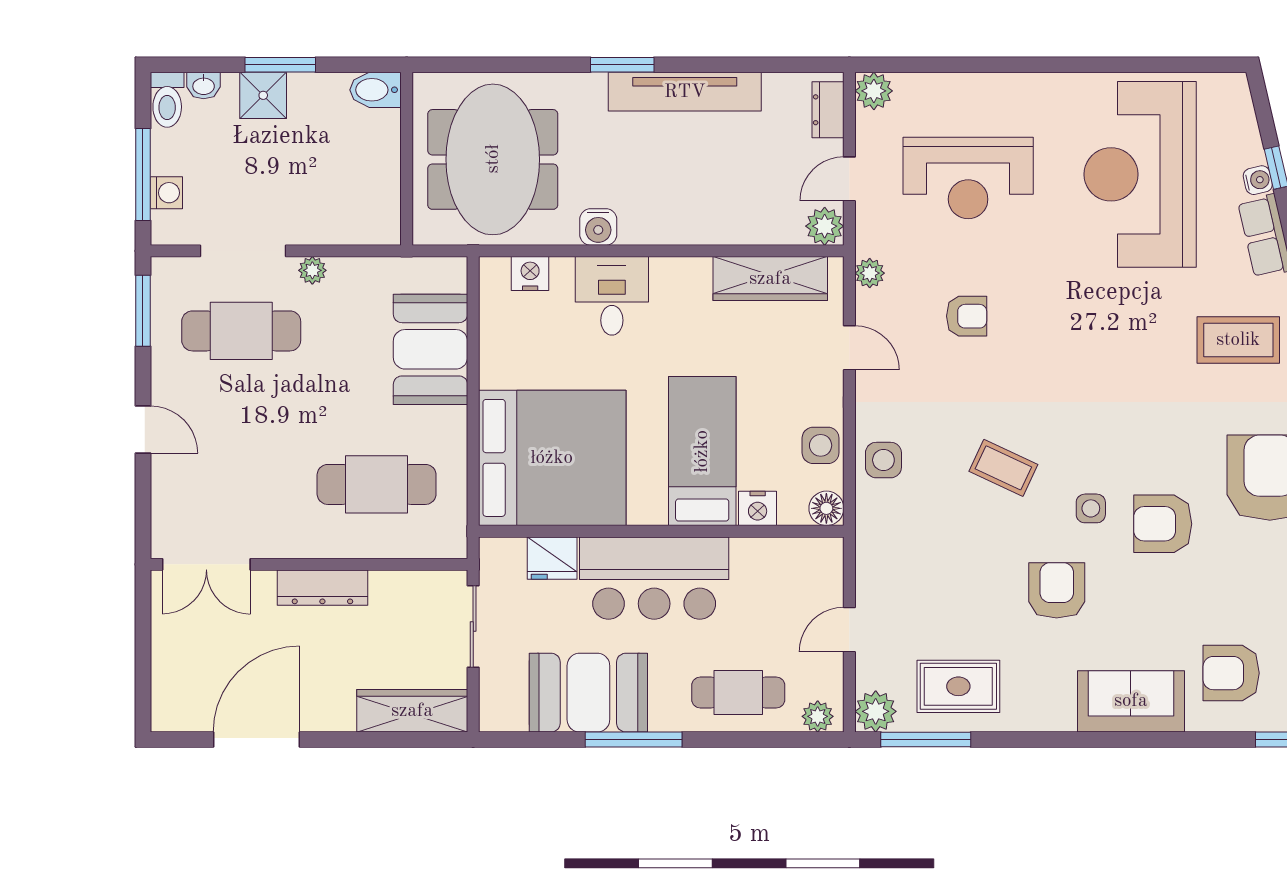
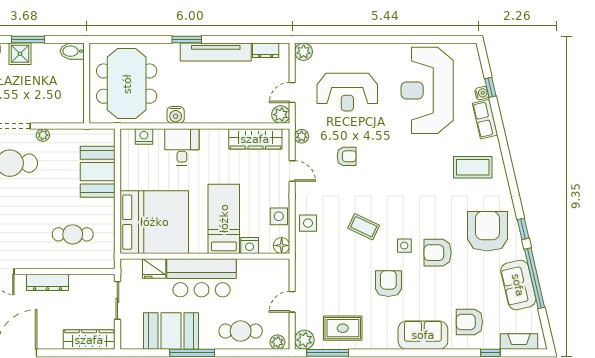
dresser: (828, 110) -> (266, 50), moved, turned -90
cafe table: (377, 484) -> (73, 234), width x0.73, depth x0.74

